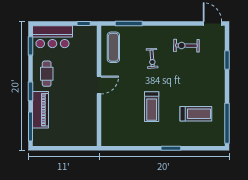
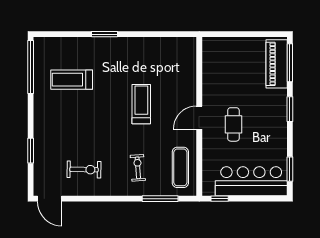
bar counter: (52, 37) -> (251, 181), width x1.36
exercise bike: (152, 58) -> (138, 168), moved
cafe table: (47, 74) -> (233, 124), moved
treadmill: (152, 107) -> (141, 104), moved
piano: (40, 110) -> (277, 64), moved

